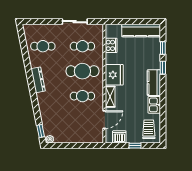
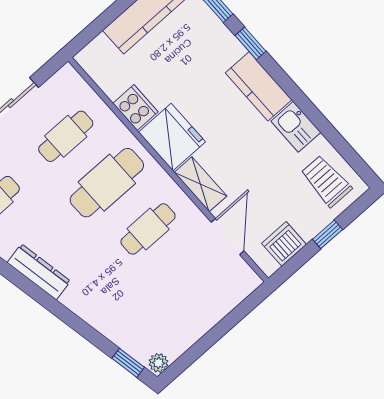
cooker: (111, 45) -> (135, 108), moved

